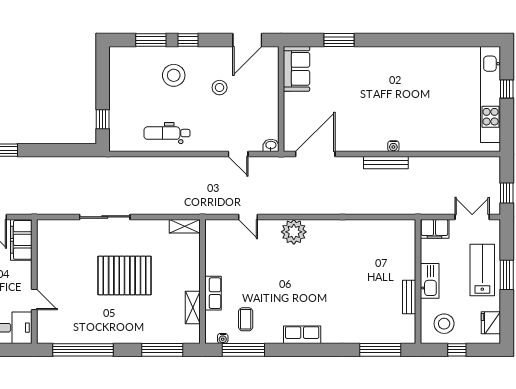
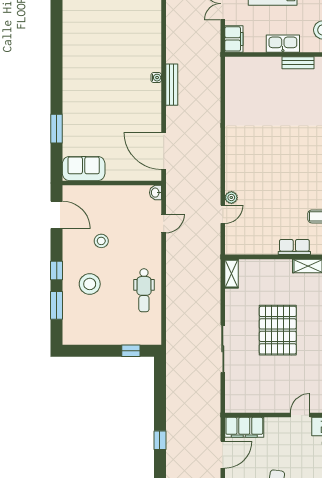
plant: (294, 232) -> (231, 198), moved, width x0.53, depth x0.53

